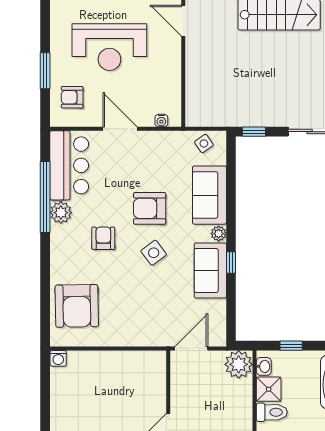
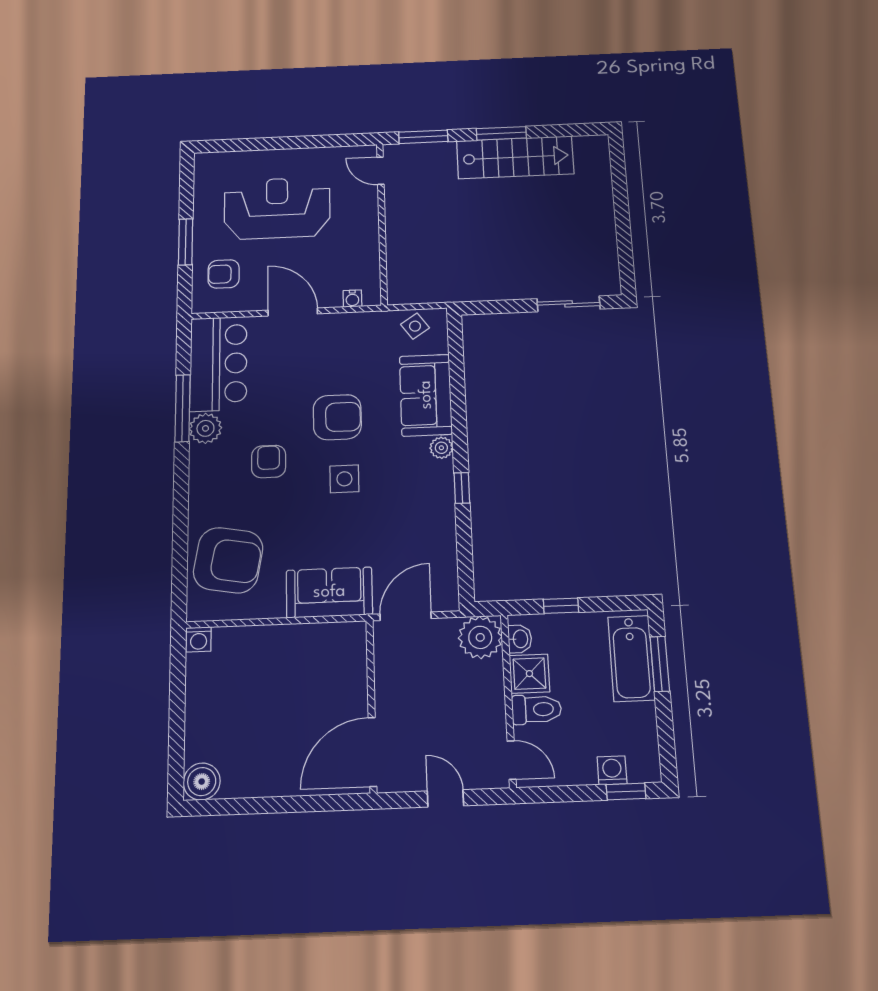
door: (183, 21) -> (380, 171), width x0.73
reception desk: (109, 47) -> (277, 208), turned 180
window: (254, 132) -> (487, 307), removed
window: (45, 197) -> (183, 408), width x0.68
armchair: (150, 208) -> (337, 417), turned 180
side table: (154, 253) -> (344, 479), turned 37
sofa: (210, 270) -> (329, 592), moved, turned 90
armchair: (77, 306) -> (228, 560), turned -79

